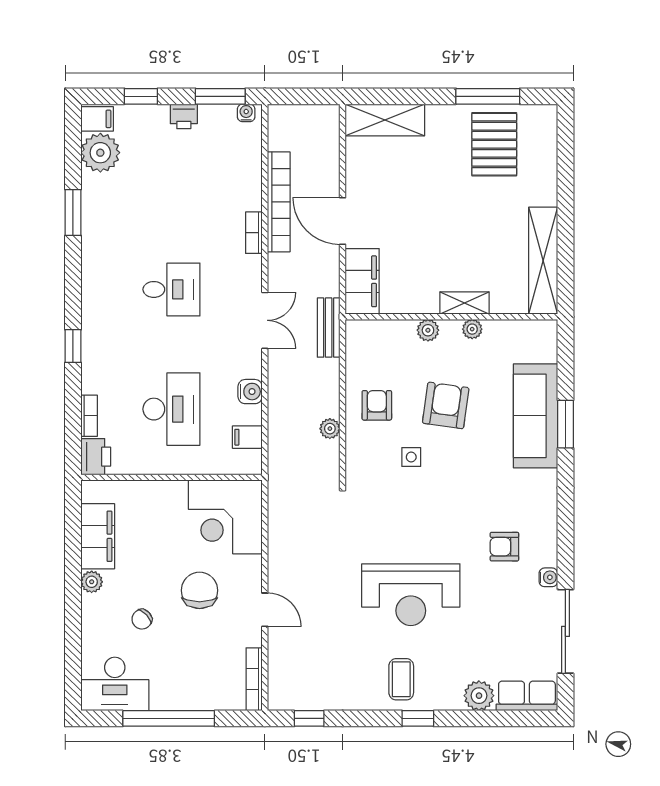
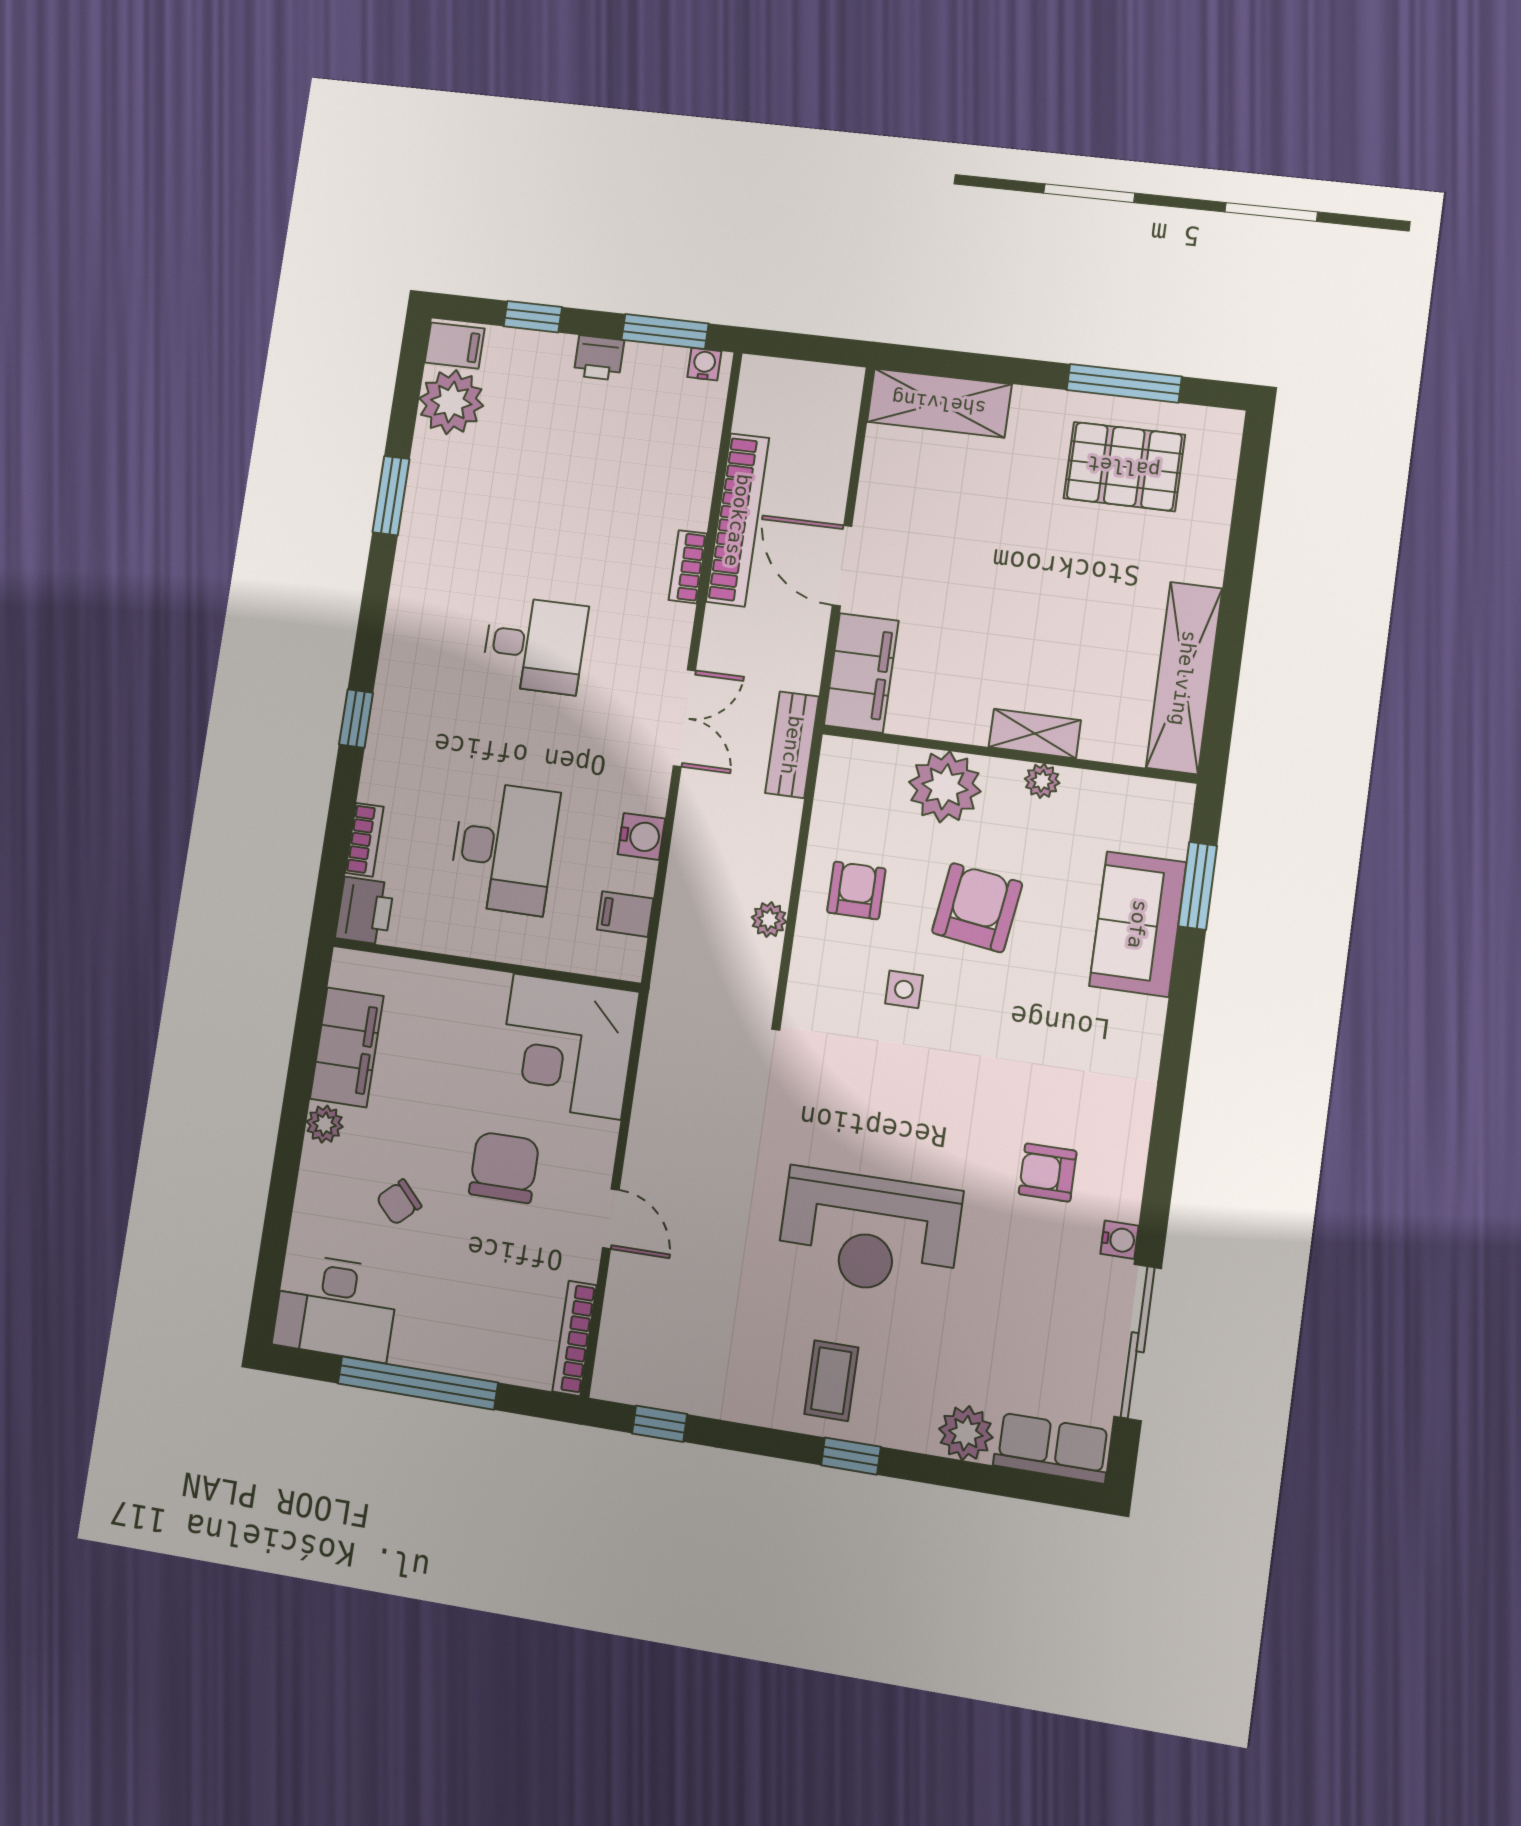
pallet: (494, 144) -> (1124, 467), turned 90
plant: (428, 330) -> (945, 787), width x1.88, depth x1.88
sofa: (536, 416) -> (1138, 924), width x0.73
window: (565, 424) -> (1198, 886), moved

